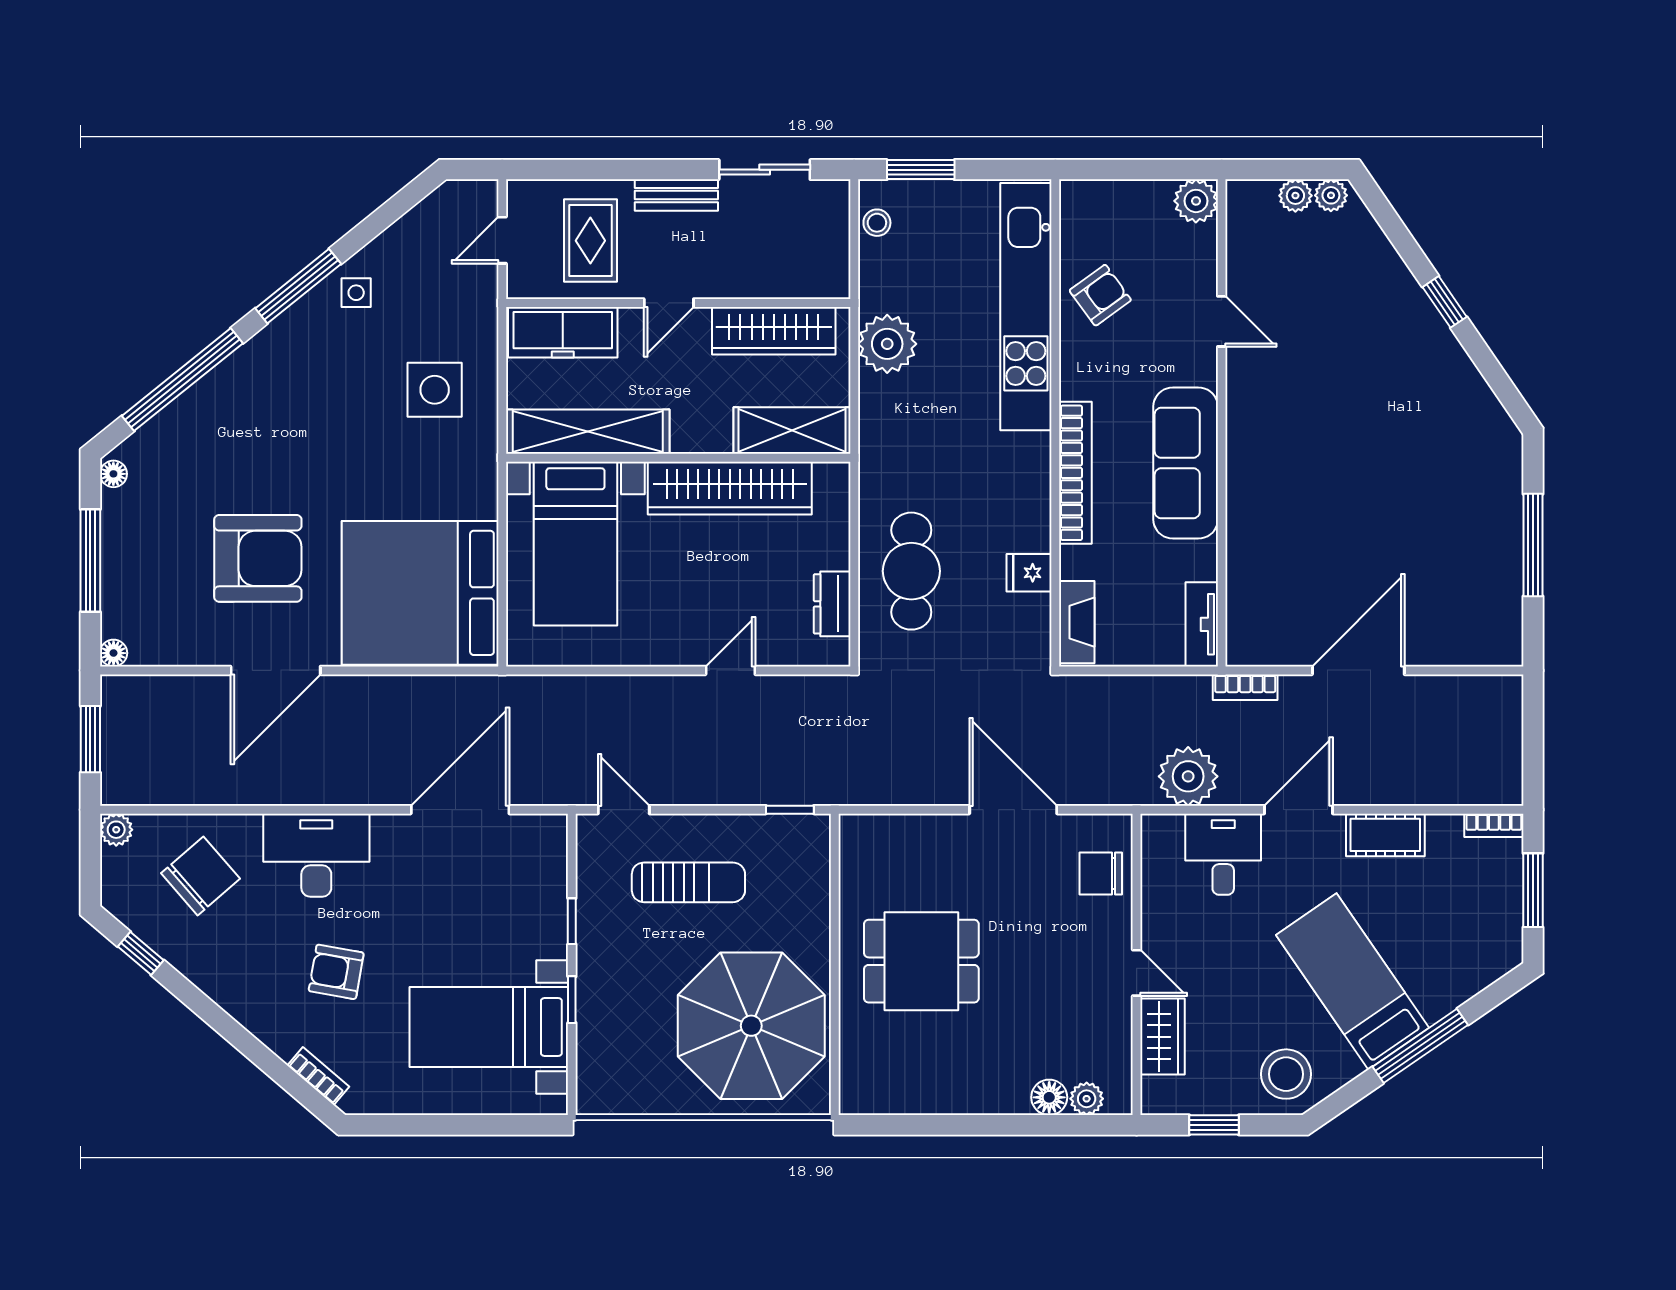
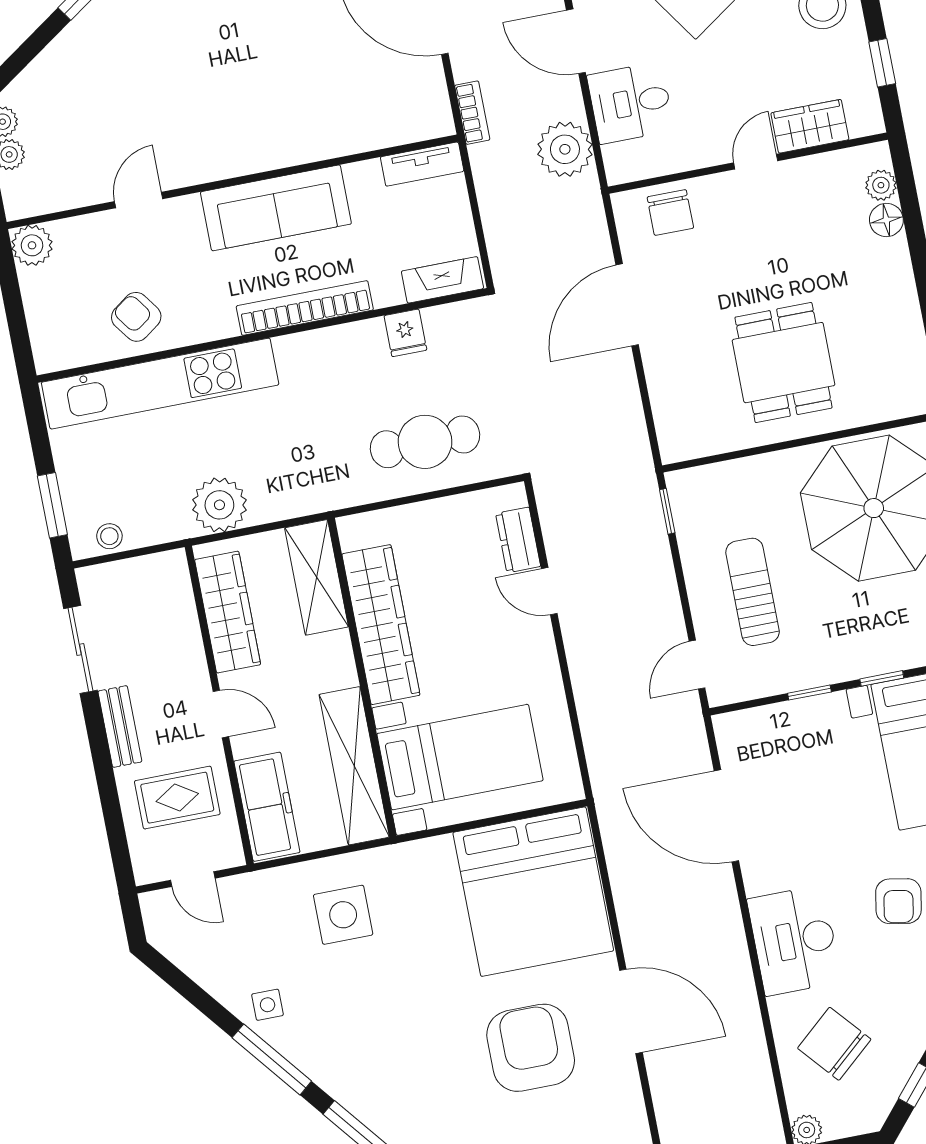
dresser: (832, 604) -> (518, 540), moved, turned 90

